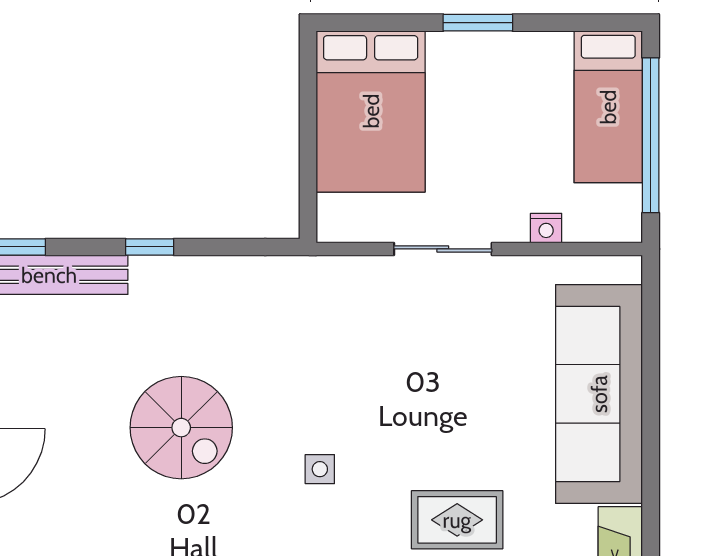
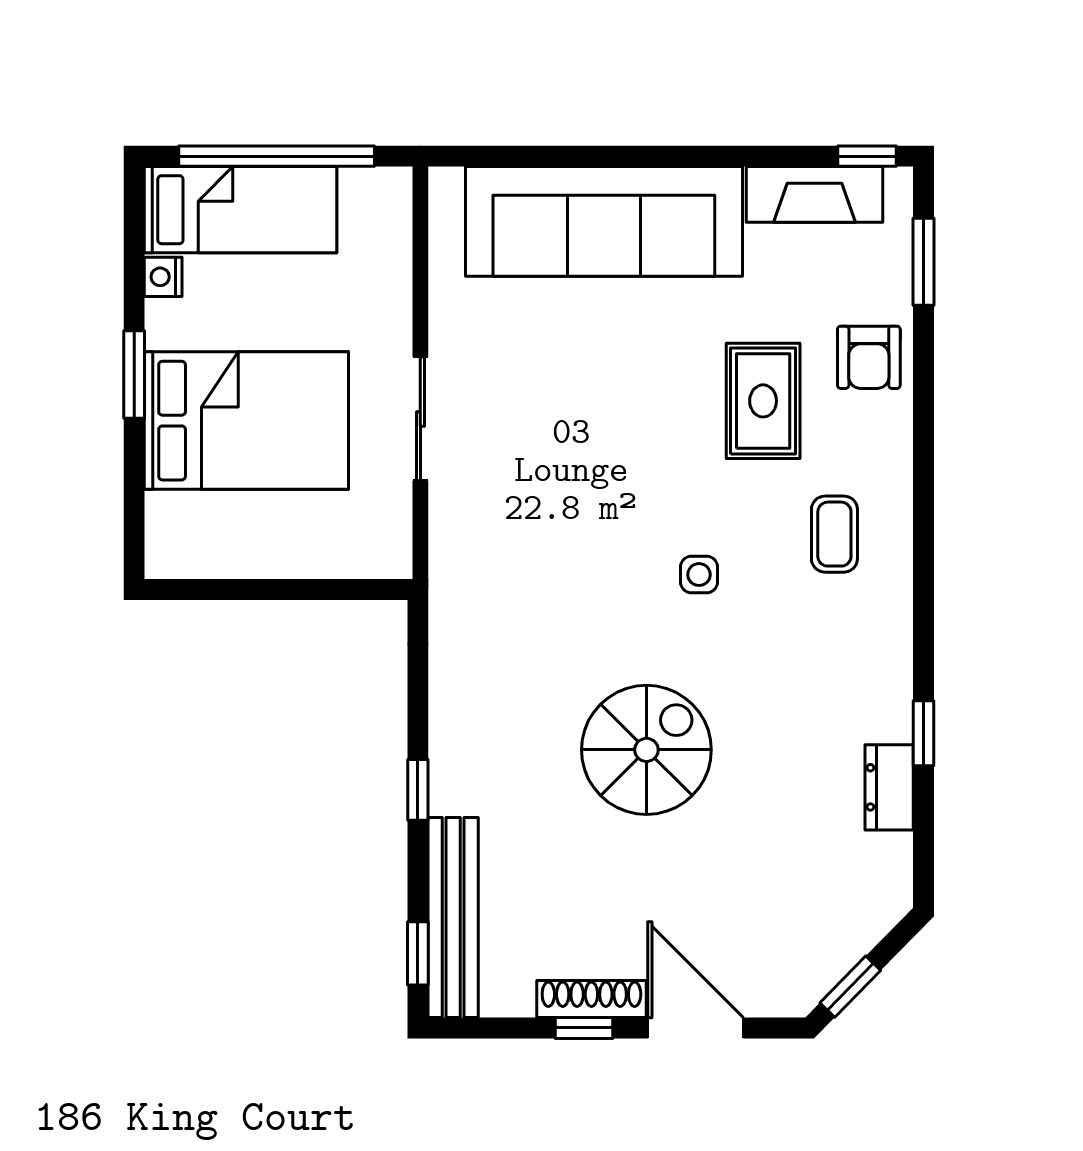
bed: (371, 111) -> (246, 421), moved
nightstand: (546, 228) -> (163, 277), moved, turned 180

